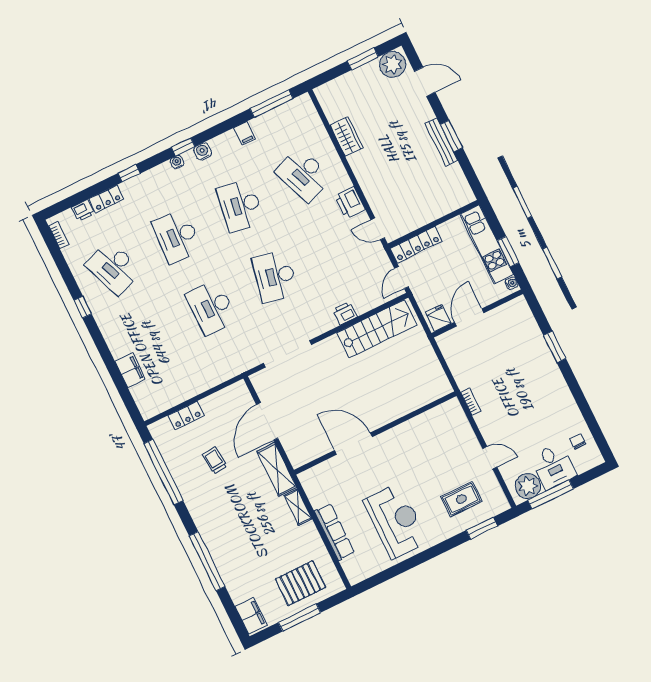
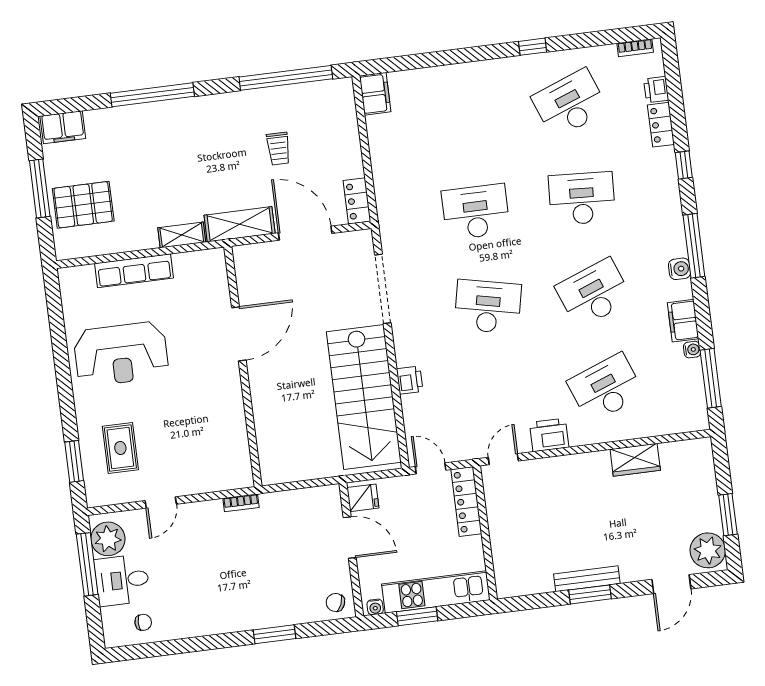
filing cabinet: (245, 133) -> (683, 321), width x2.00
window: (183, 147) -> (694, 246), width x2.17
water cooler: (177, 162) -> (692, 350), moved
desk: (240, 205) -> (594, 293), turned -30
chair: (518, 312) -> (335, 602), added
stairs: (377, 329) -> (364, 397), width x1.36, depth x1.51
filing cabinet: (130, 370) -> (375, 94), moved, turned -90
locker: (186, 416) -> (357, 201), moved
trolley: (215, 460) -> (278, 149), turned 95
pallet: (300, 583) -> (83, 205), turned 90

